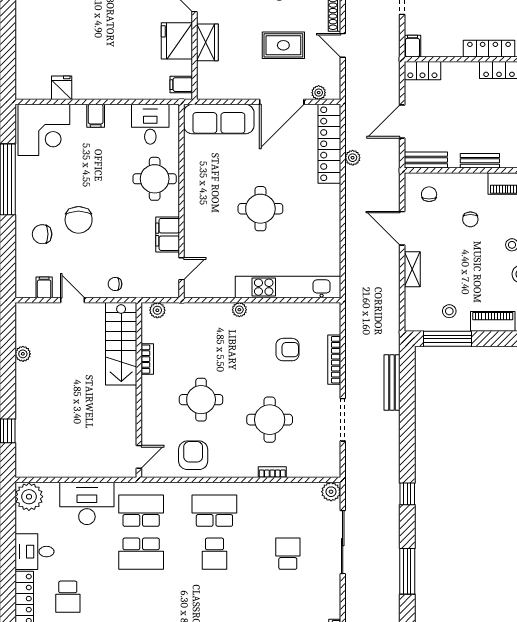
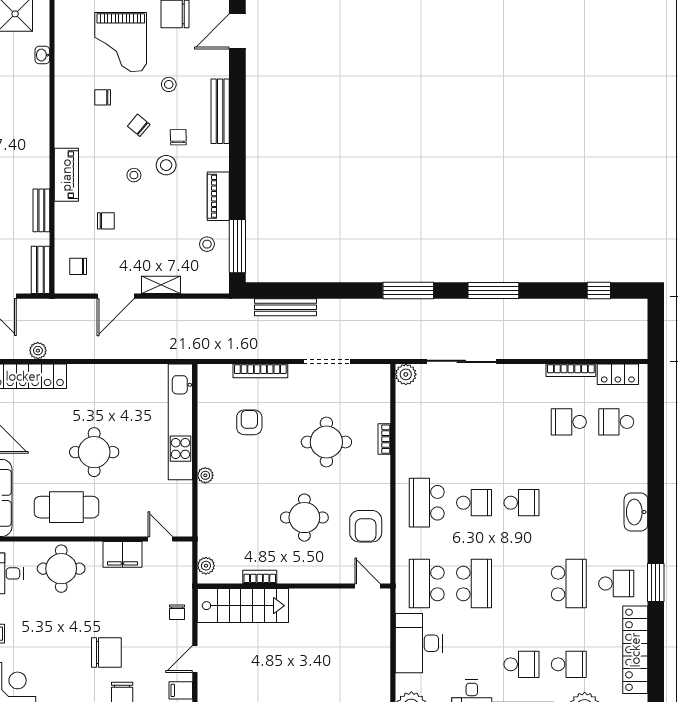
cafe table: (211, 184) -> (66, 507), added
armchair: (193, 455) -> (366, 526), turned -90
window: (407, 494) -> (408, 290), width x2.17
school desk: (288, 554) -> (521, 503), moved, turned 180

